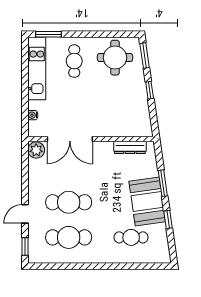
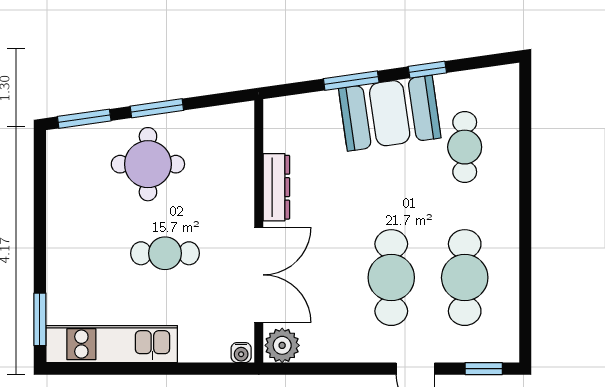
round table: (115, 58) -> (148, 164), moved
cafe table: (74, 61) -> (165, 253), moved
window: (150, 90) -> (157, 108), width x1.50
water cooler: (33, 115) -> (241, 353), moved
dresser: (130, 147) -> (276, 187), moved

